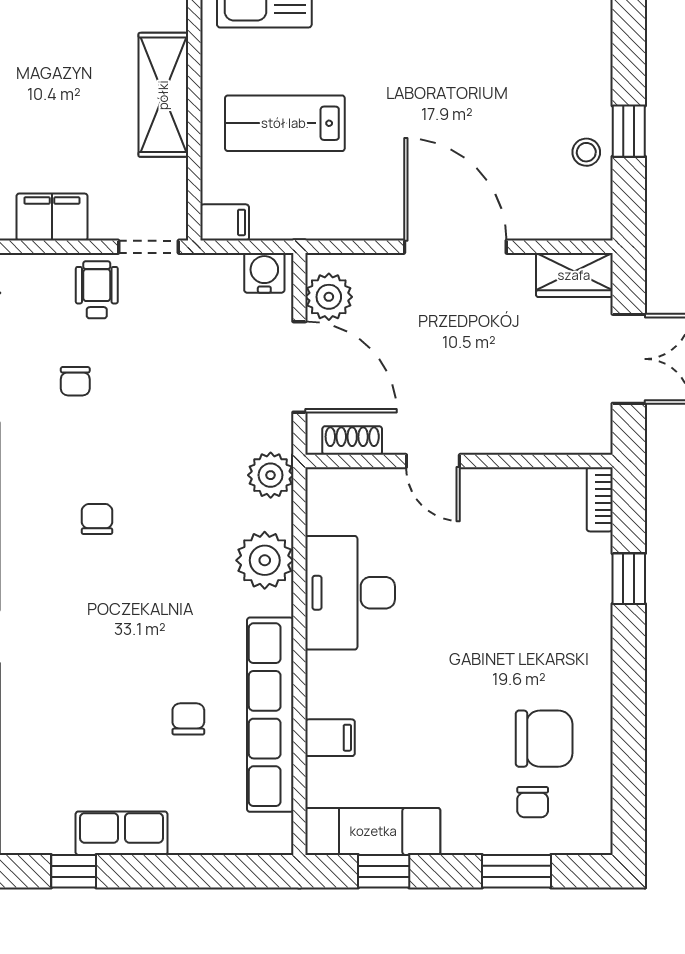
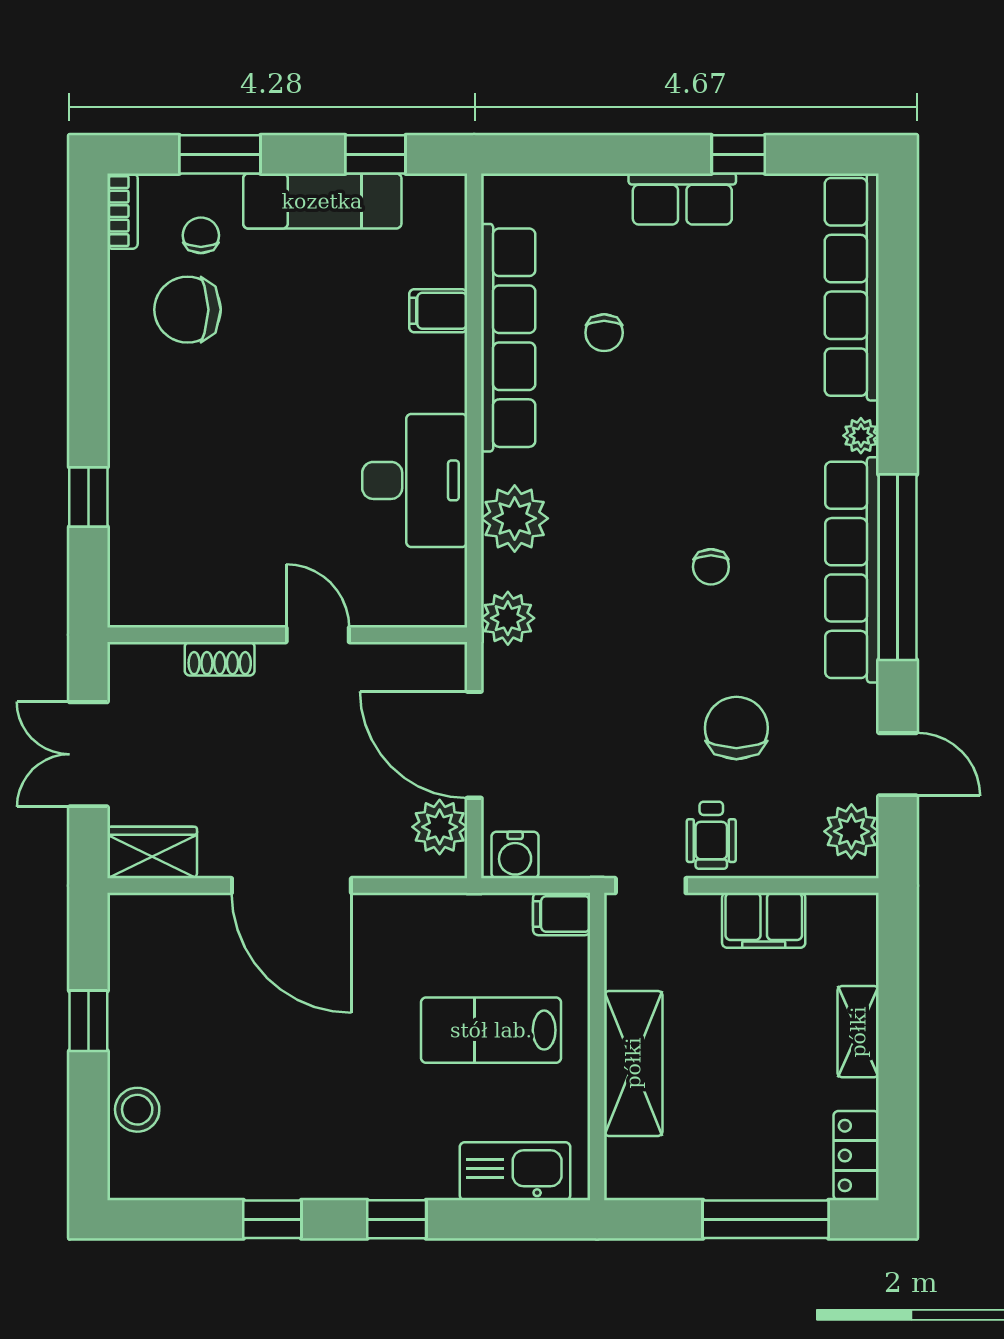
lab bench: (285, 123) -> (491, 1030), turned 180
stool: (586, 152) -> (137, 1110), moved, width x1.37, depth x1.37
chair: (75, 381) -> (736, 728), width x1.87, depth x1.87
shoe rack: (352, 440) -> (220, 659), moved
bookcase: (600, 499) -> (122, 211), moved
exam couch: (373, 831) -> (322, 201), moved

